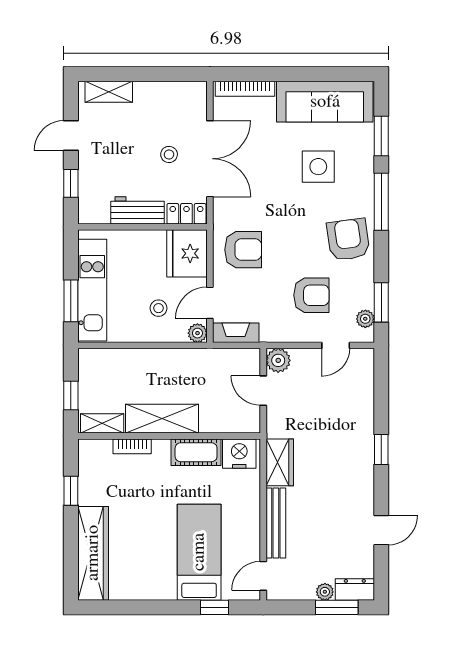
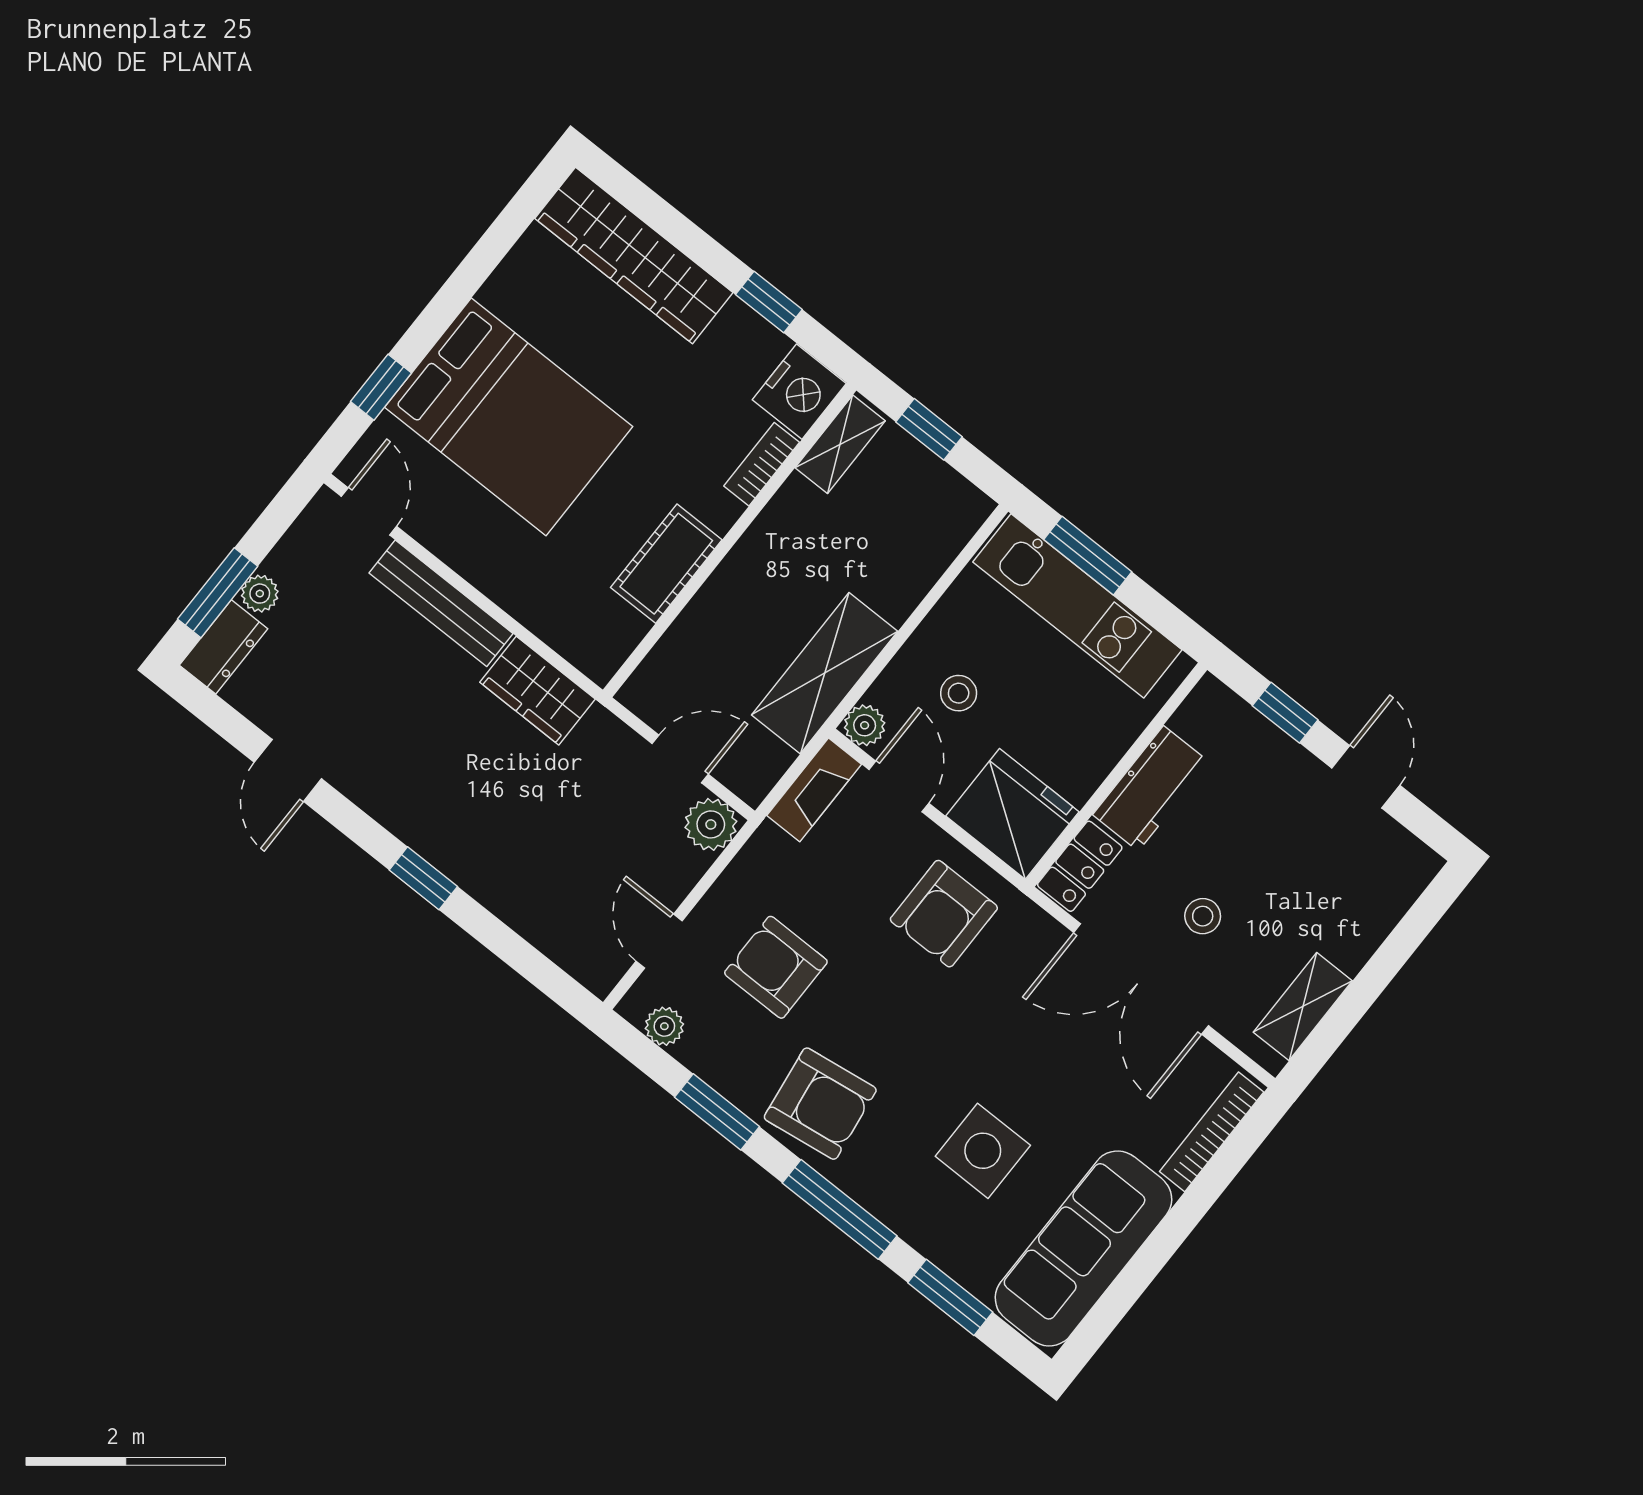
shelving: (109, 92) -> (1303, 1006), moved
armchair: (311, 295) -> (776, 967), turned 90
window: (381, 302) -> (717, 1112), moved
shelving: (162, 419) -> (825, 673), moved
nightstand: (239, 454) -> (799, 392), moved
bed: (199, 552) -> (509, 417), width x1.50

